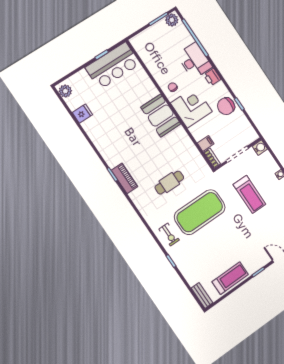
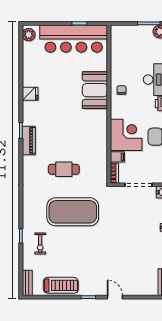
bar counter: (113, 66) -> (74, 39), width x1.36
corner desk: (191, 107) -> (126, 135), moved
fridge: (82, 114) -> (30, 94), moved
booth: (161, 115) -> (95, 90), moved
treadmill: (250, 194) -> (126, 226), removed
exercise bike: (169, 235) -> (40, 243), moved

